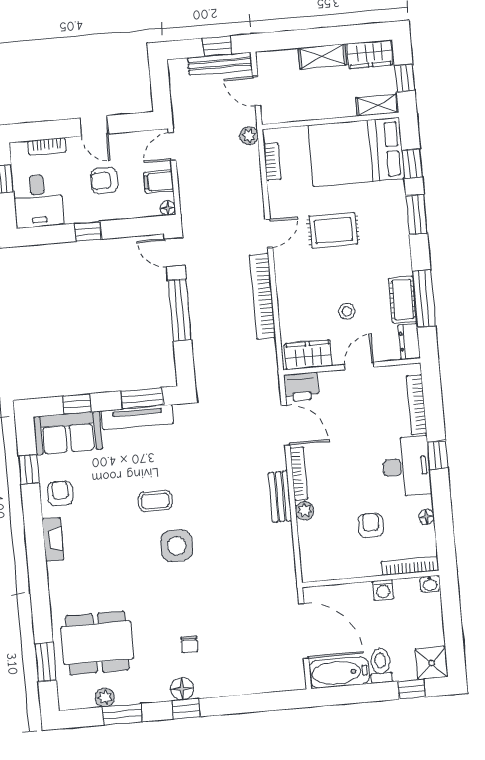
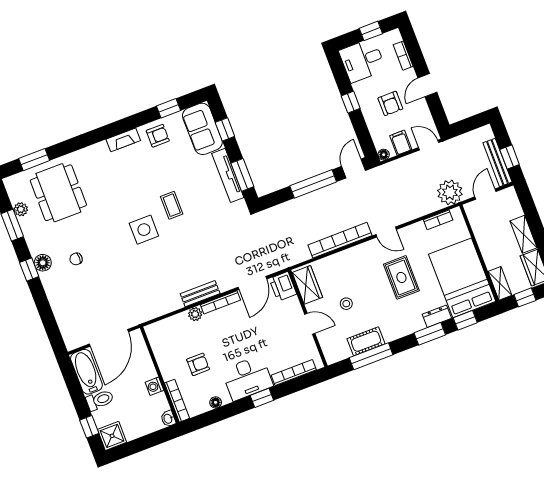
plant: (249, 136) -> (450, 192), width x1.88, depth x1.88
armchair: (104, 180) -> (390, 103), turned 180
dresser: (409, 341) -> (437, 316), moved

